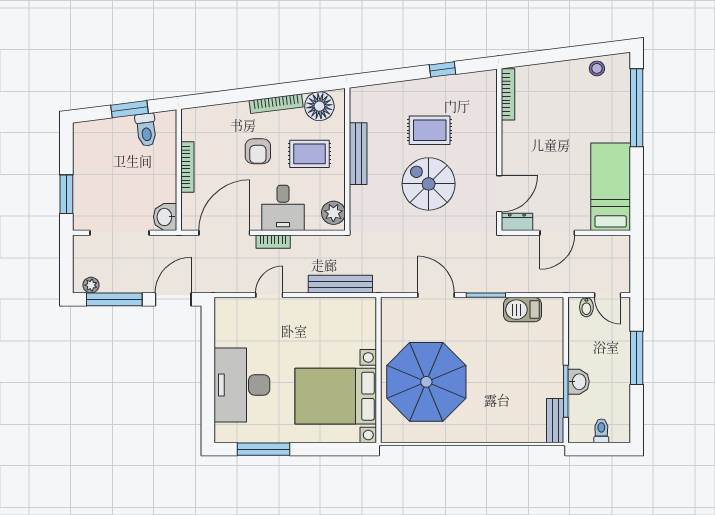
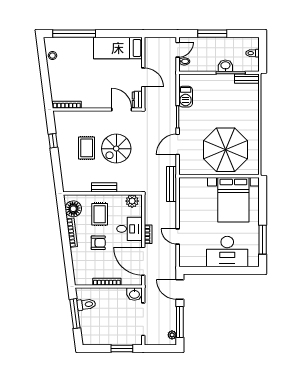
window: (130, 109) -> (75, 314), width x1.44
bench: (358, 154) -> (104, 187), width x0.73
bench: (340, 284) -> (172, 184), moved

